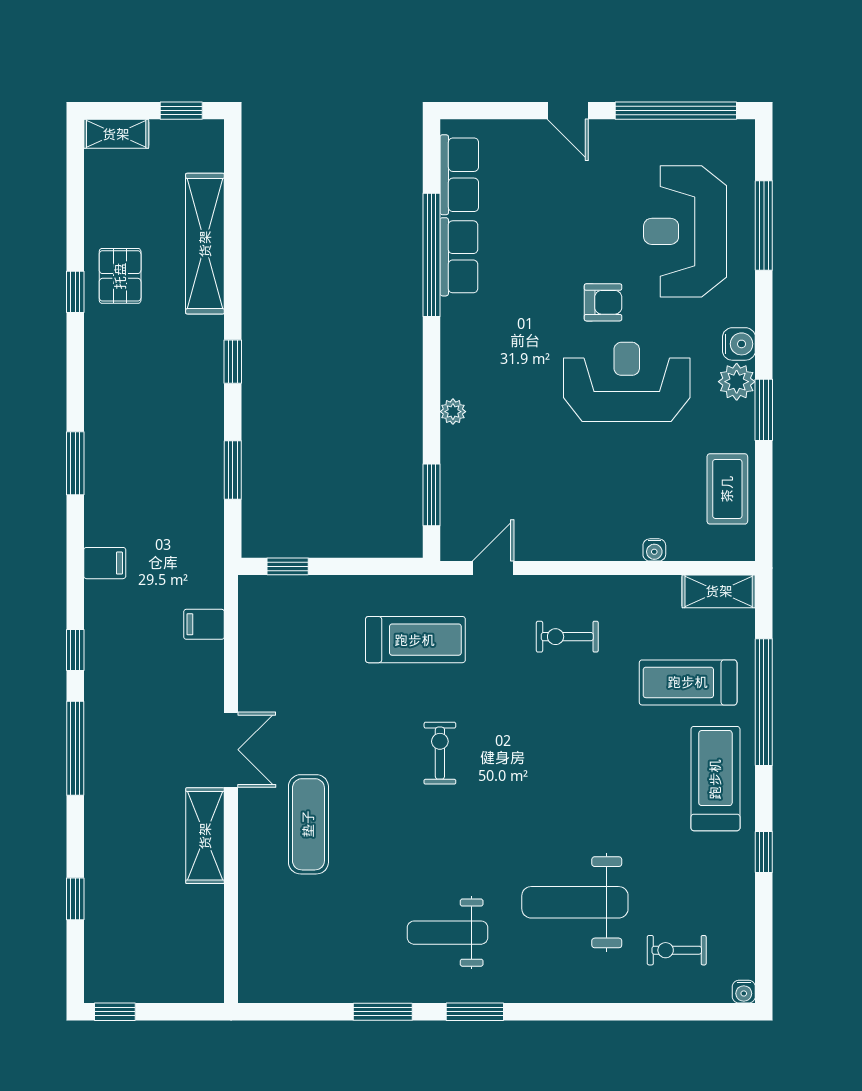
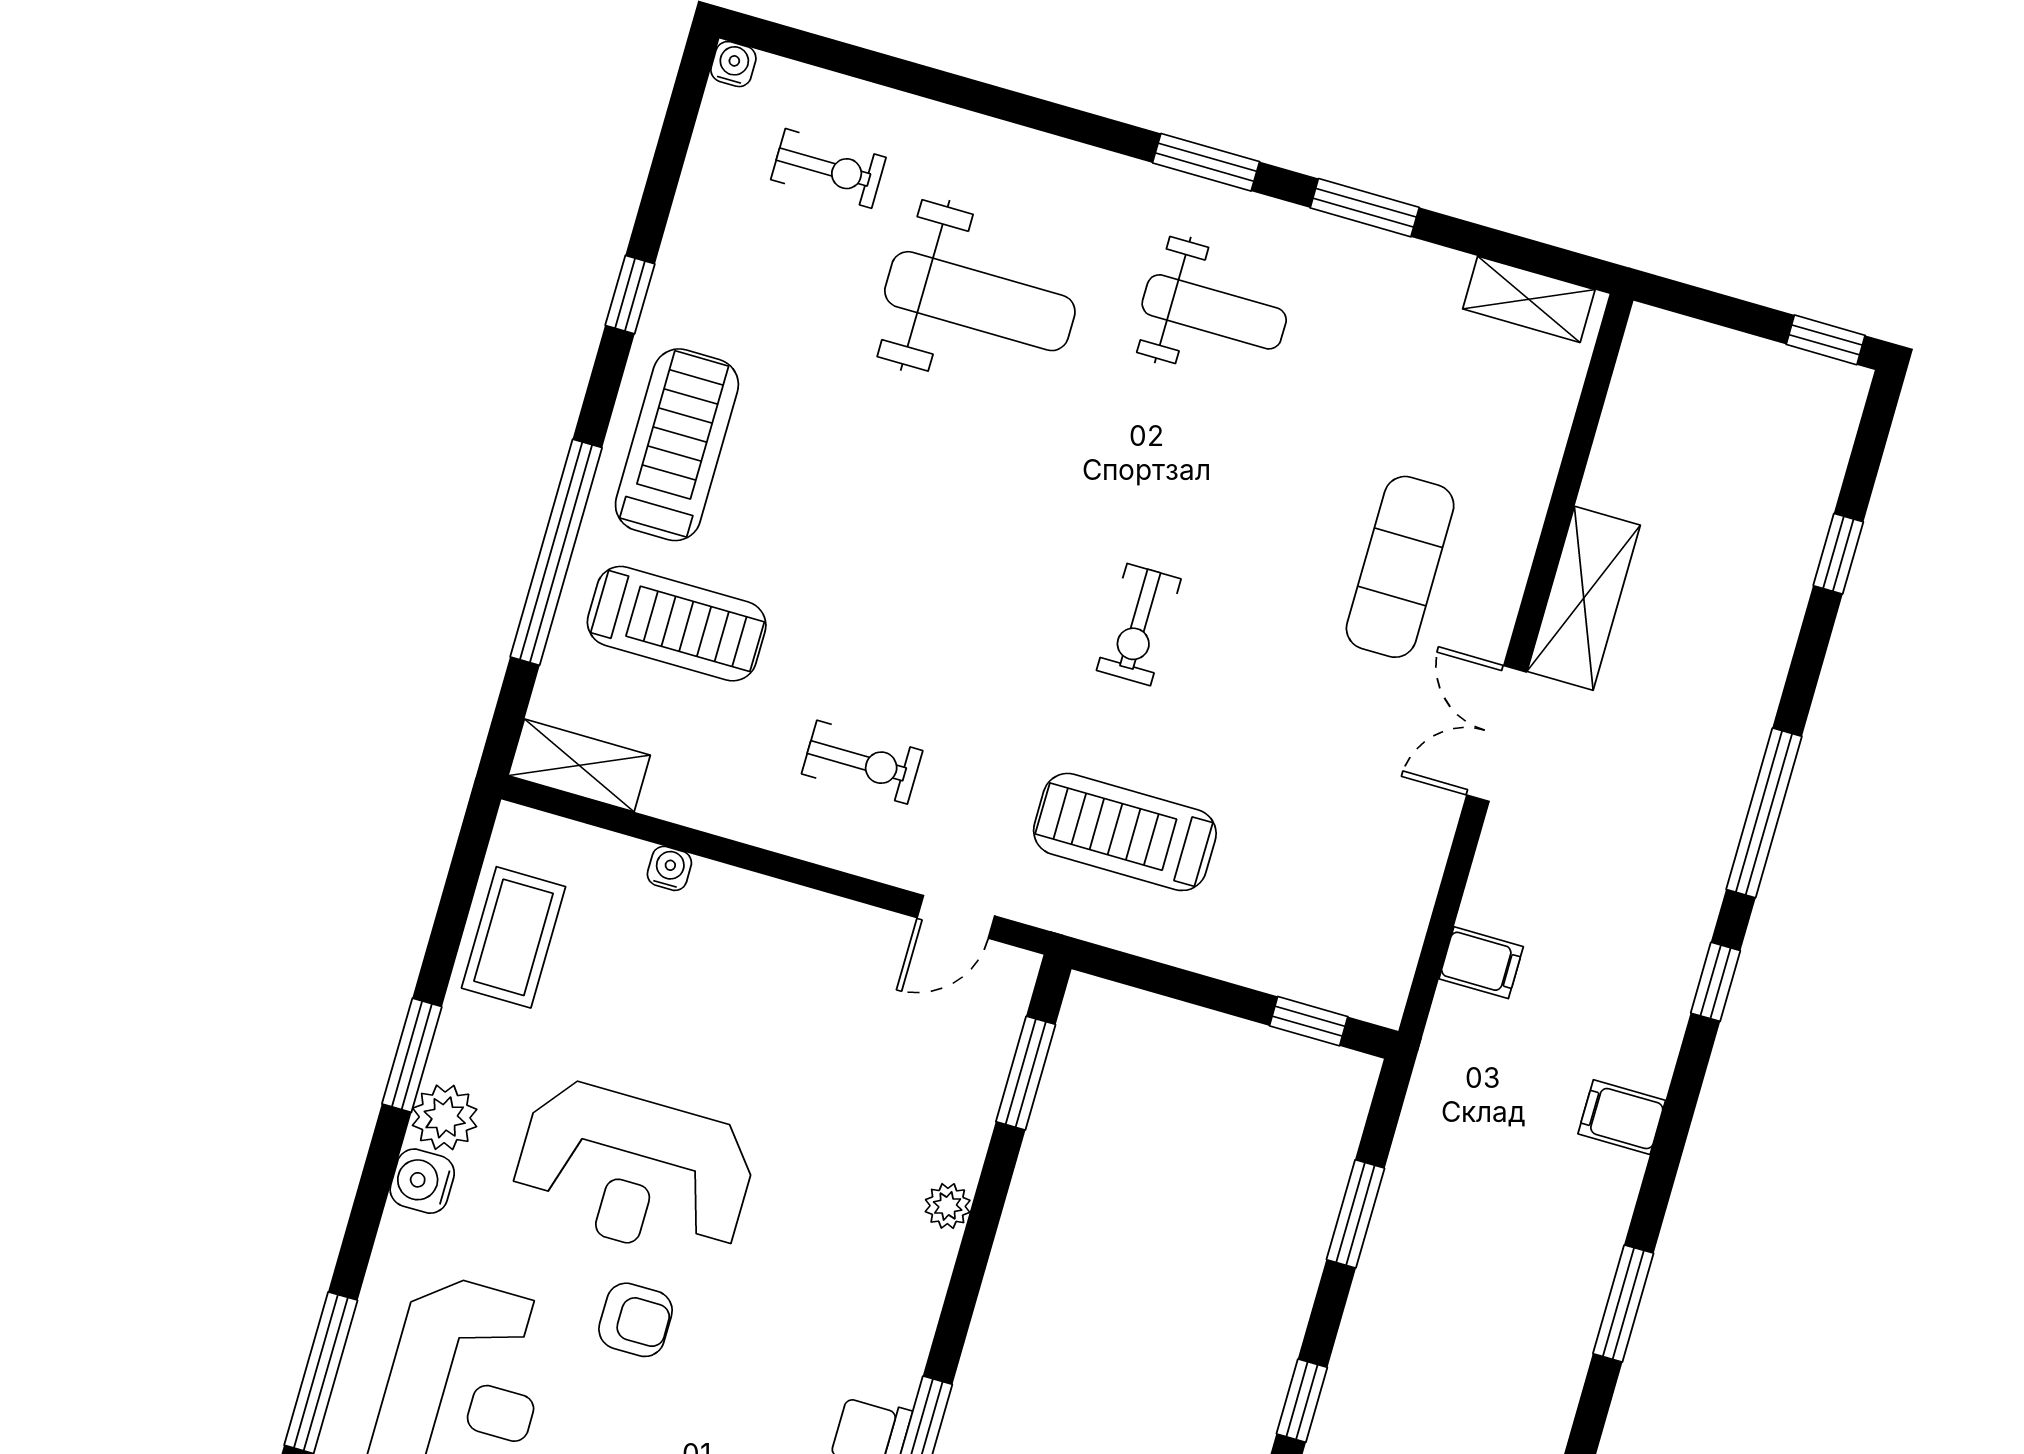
armchair: (603, 302) -> (636, 1320), turned 180
treadmill: (715, 779) -> (677, 445), turned 180
shelving: (280, 988) -> (1529, 299), added

